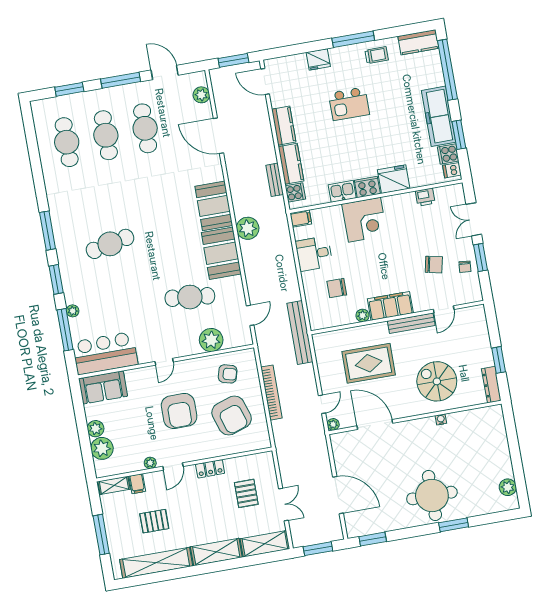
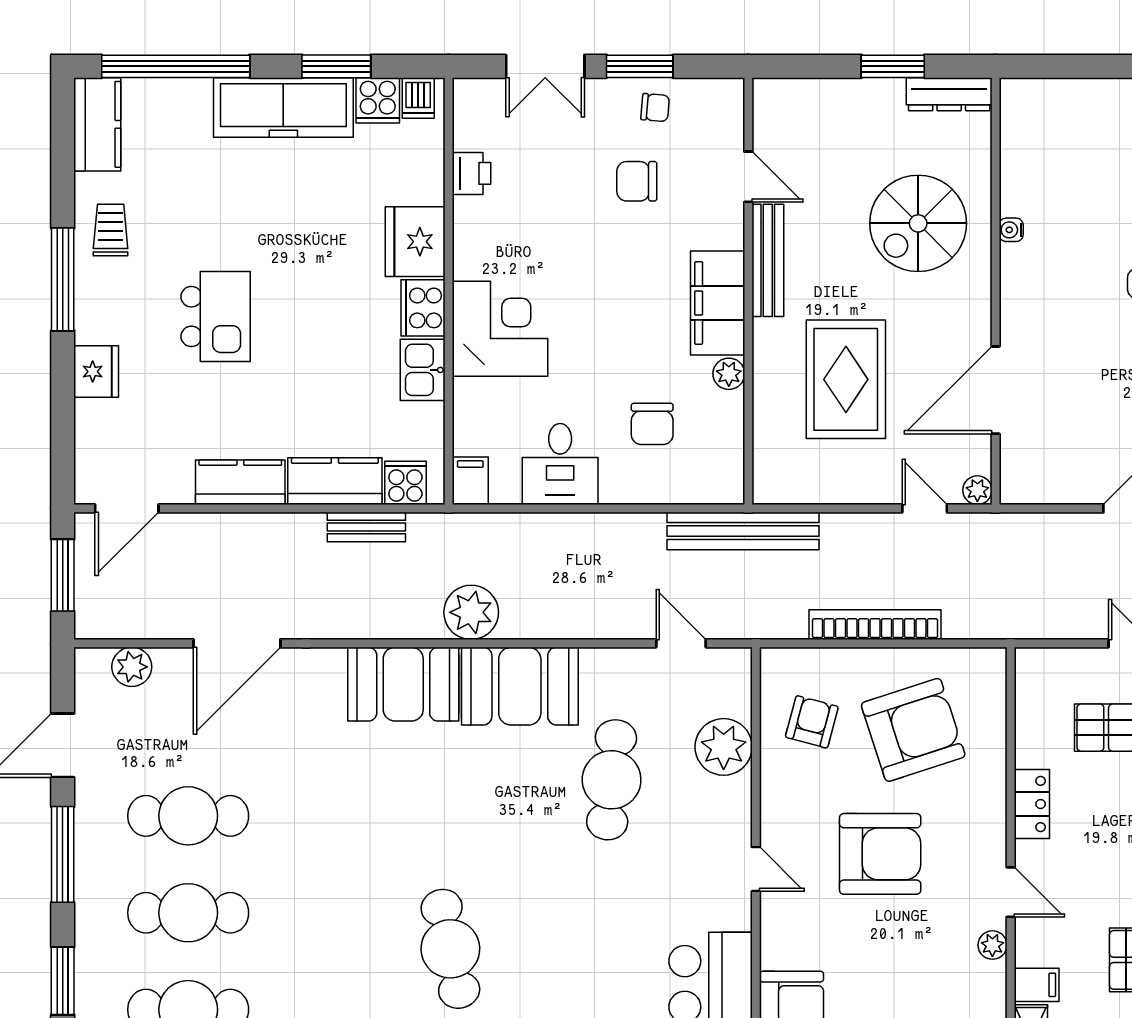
chair: (434, 265) -> (637, 181), turned -102

